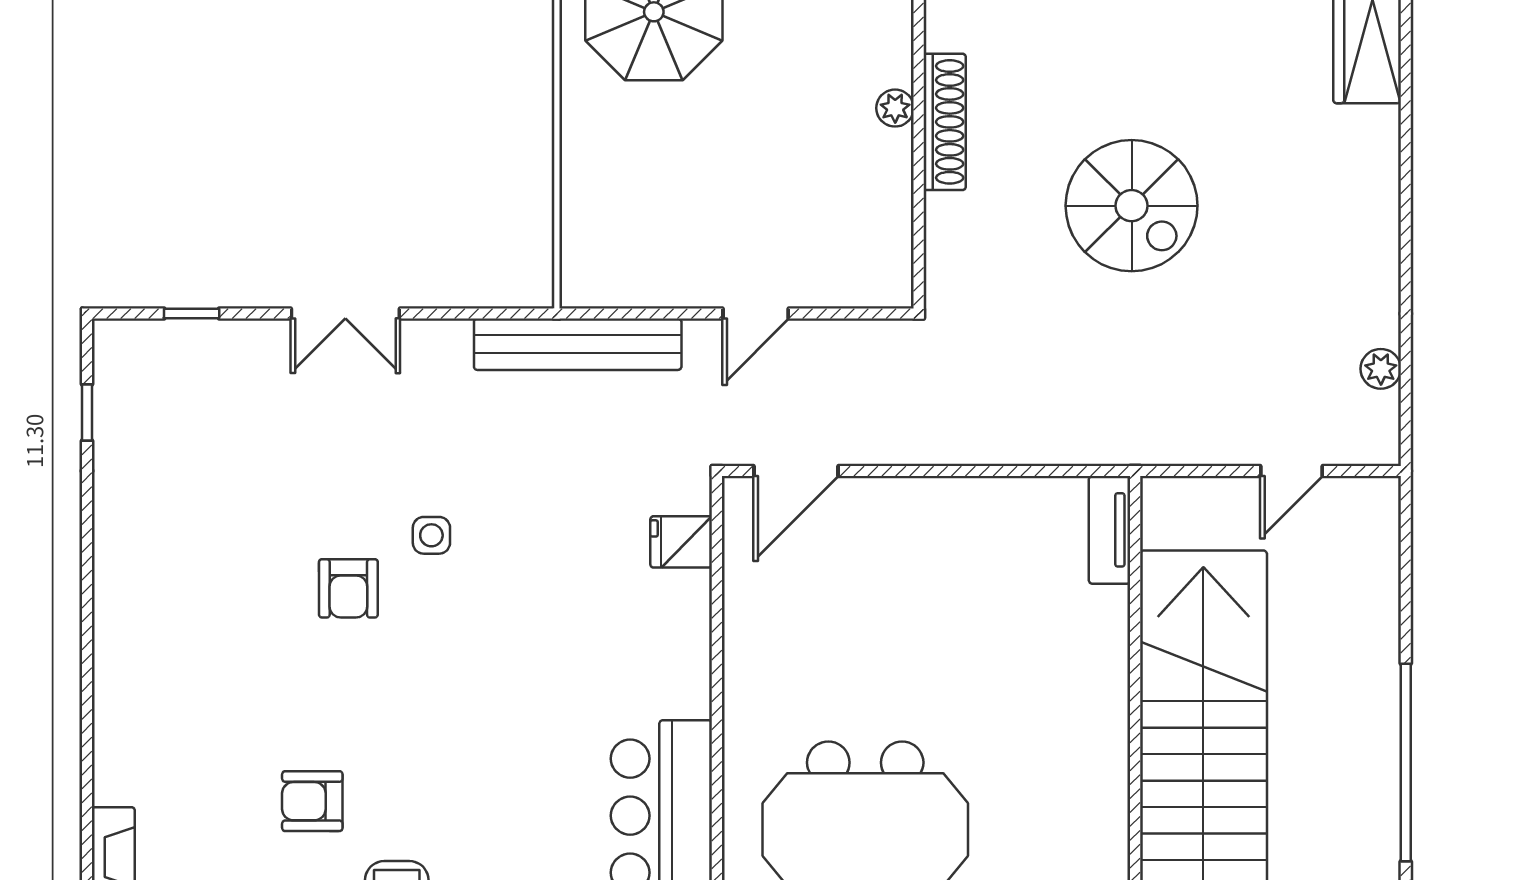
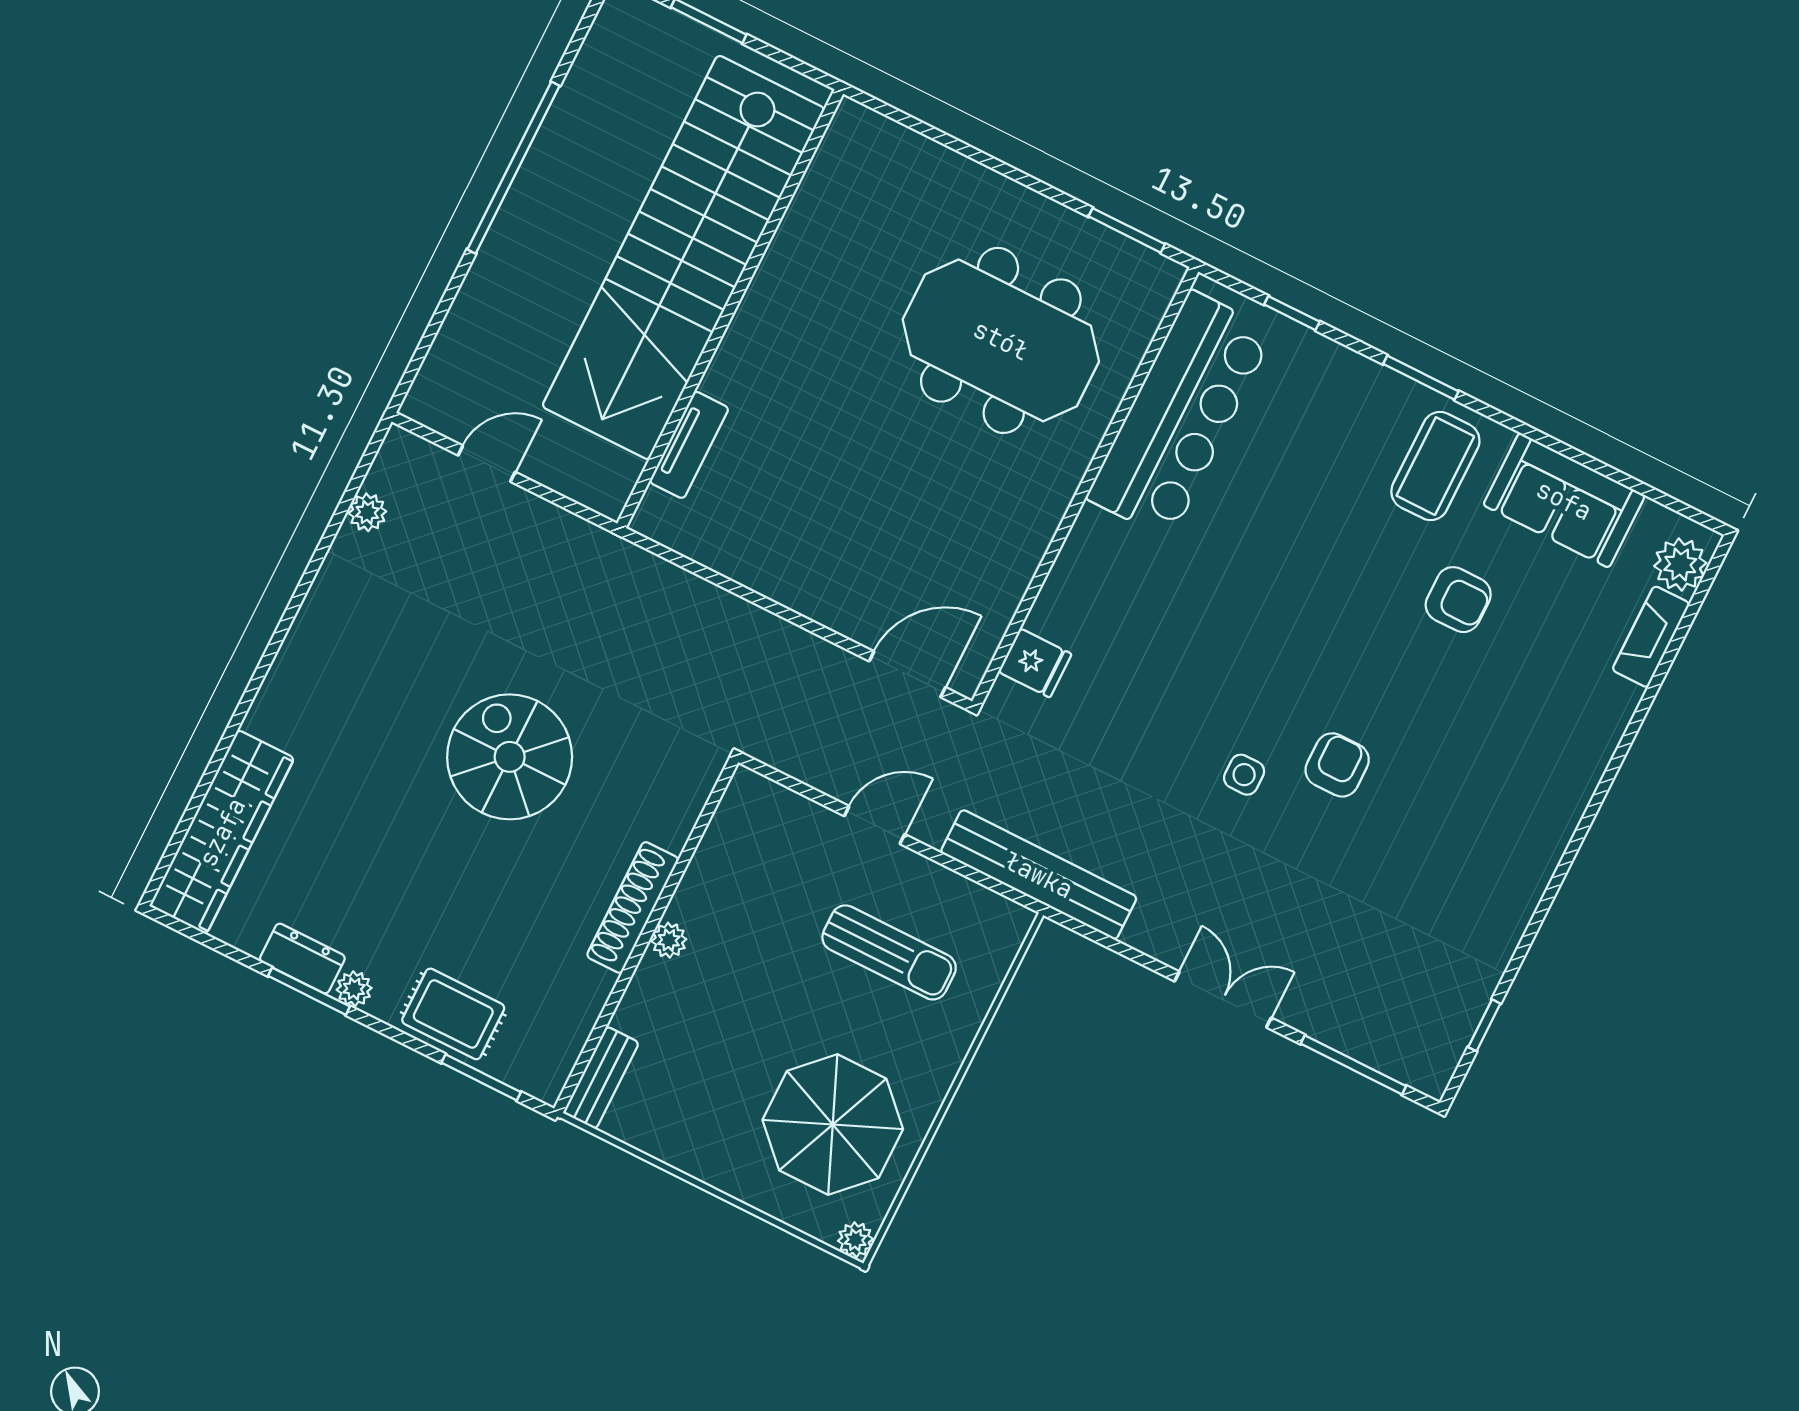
sun lounger: (682, 200) -> (889, 952), added
window: (192, 314) -> (1353, 1065), width x2.17
tv unit: (1110, 530) -> (689, 445), moved

